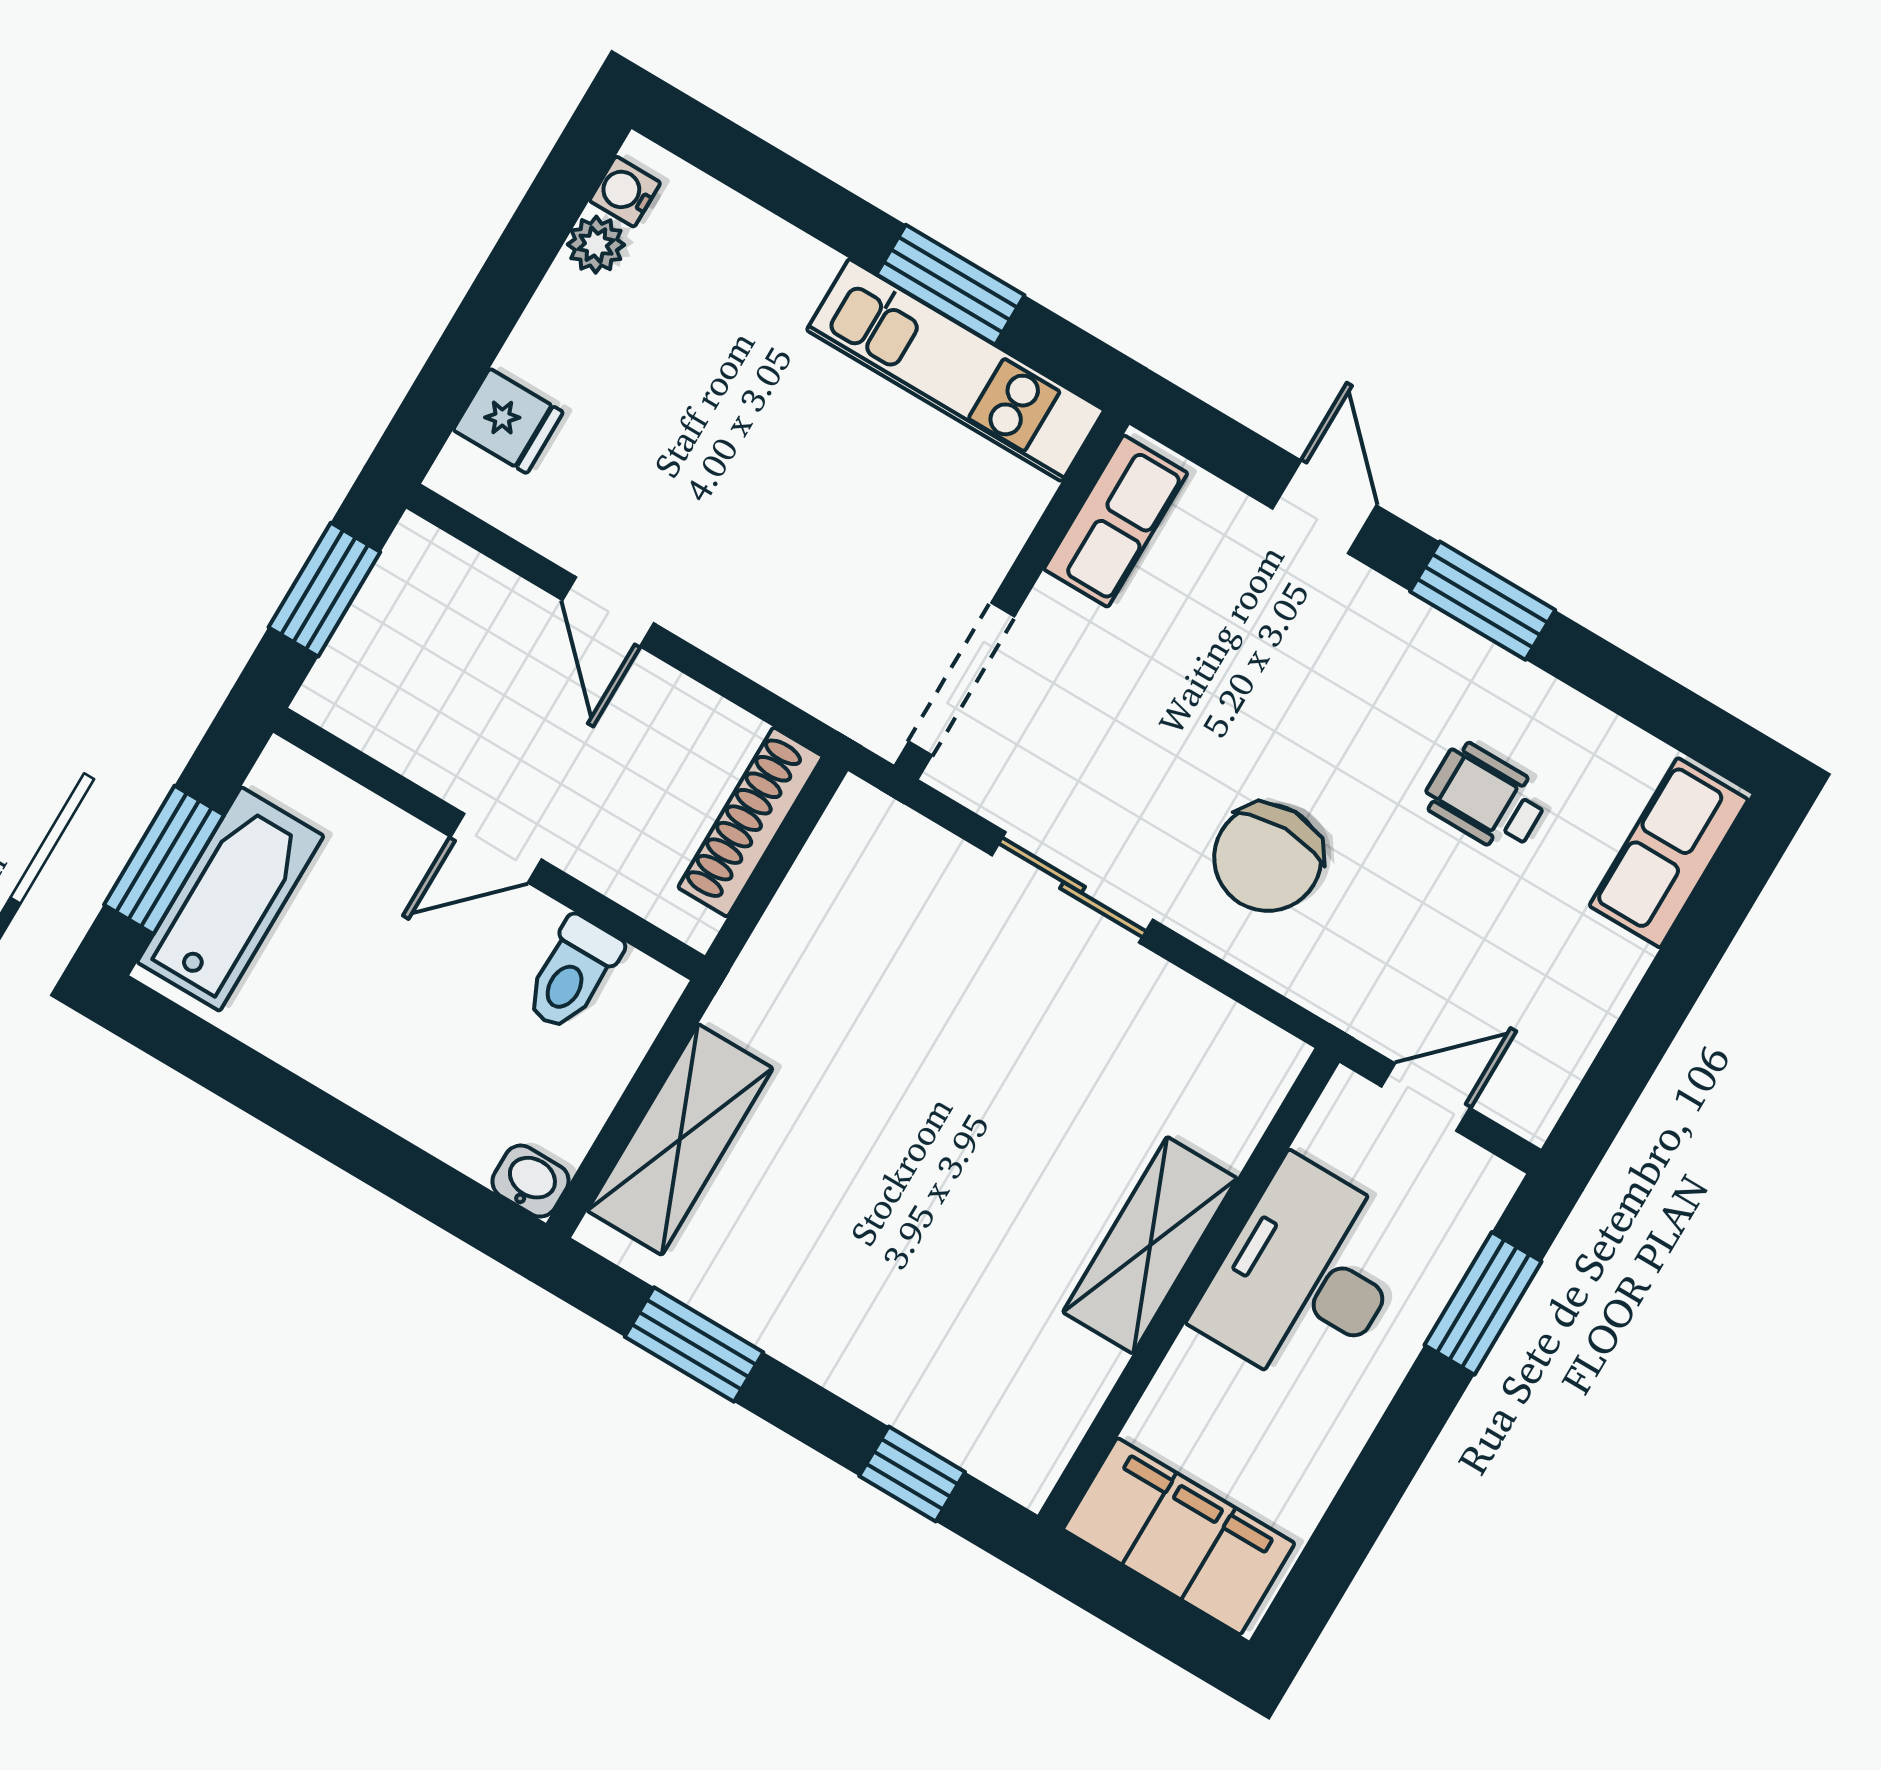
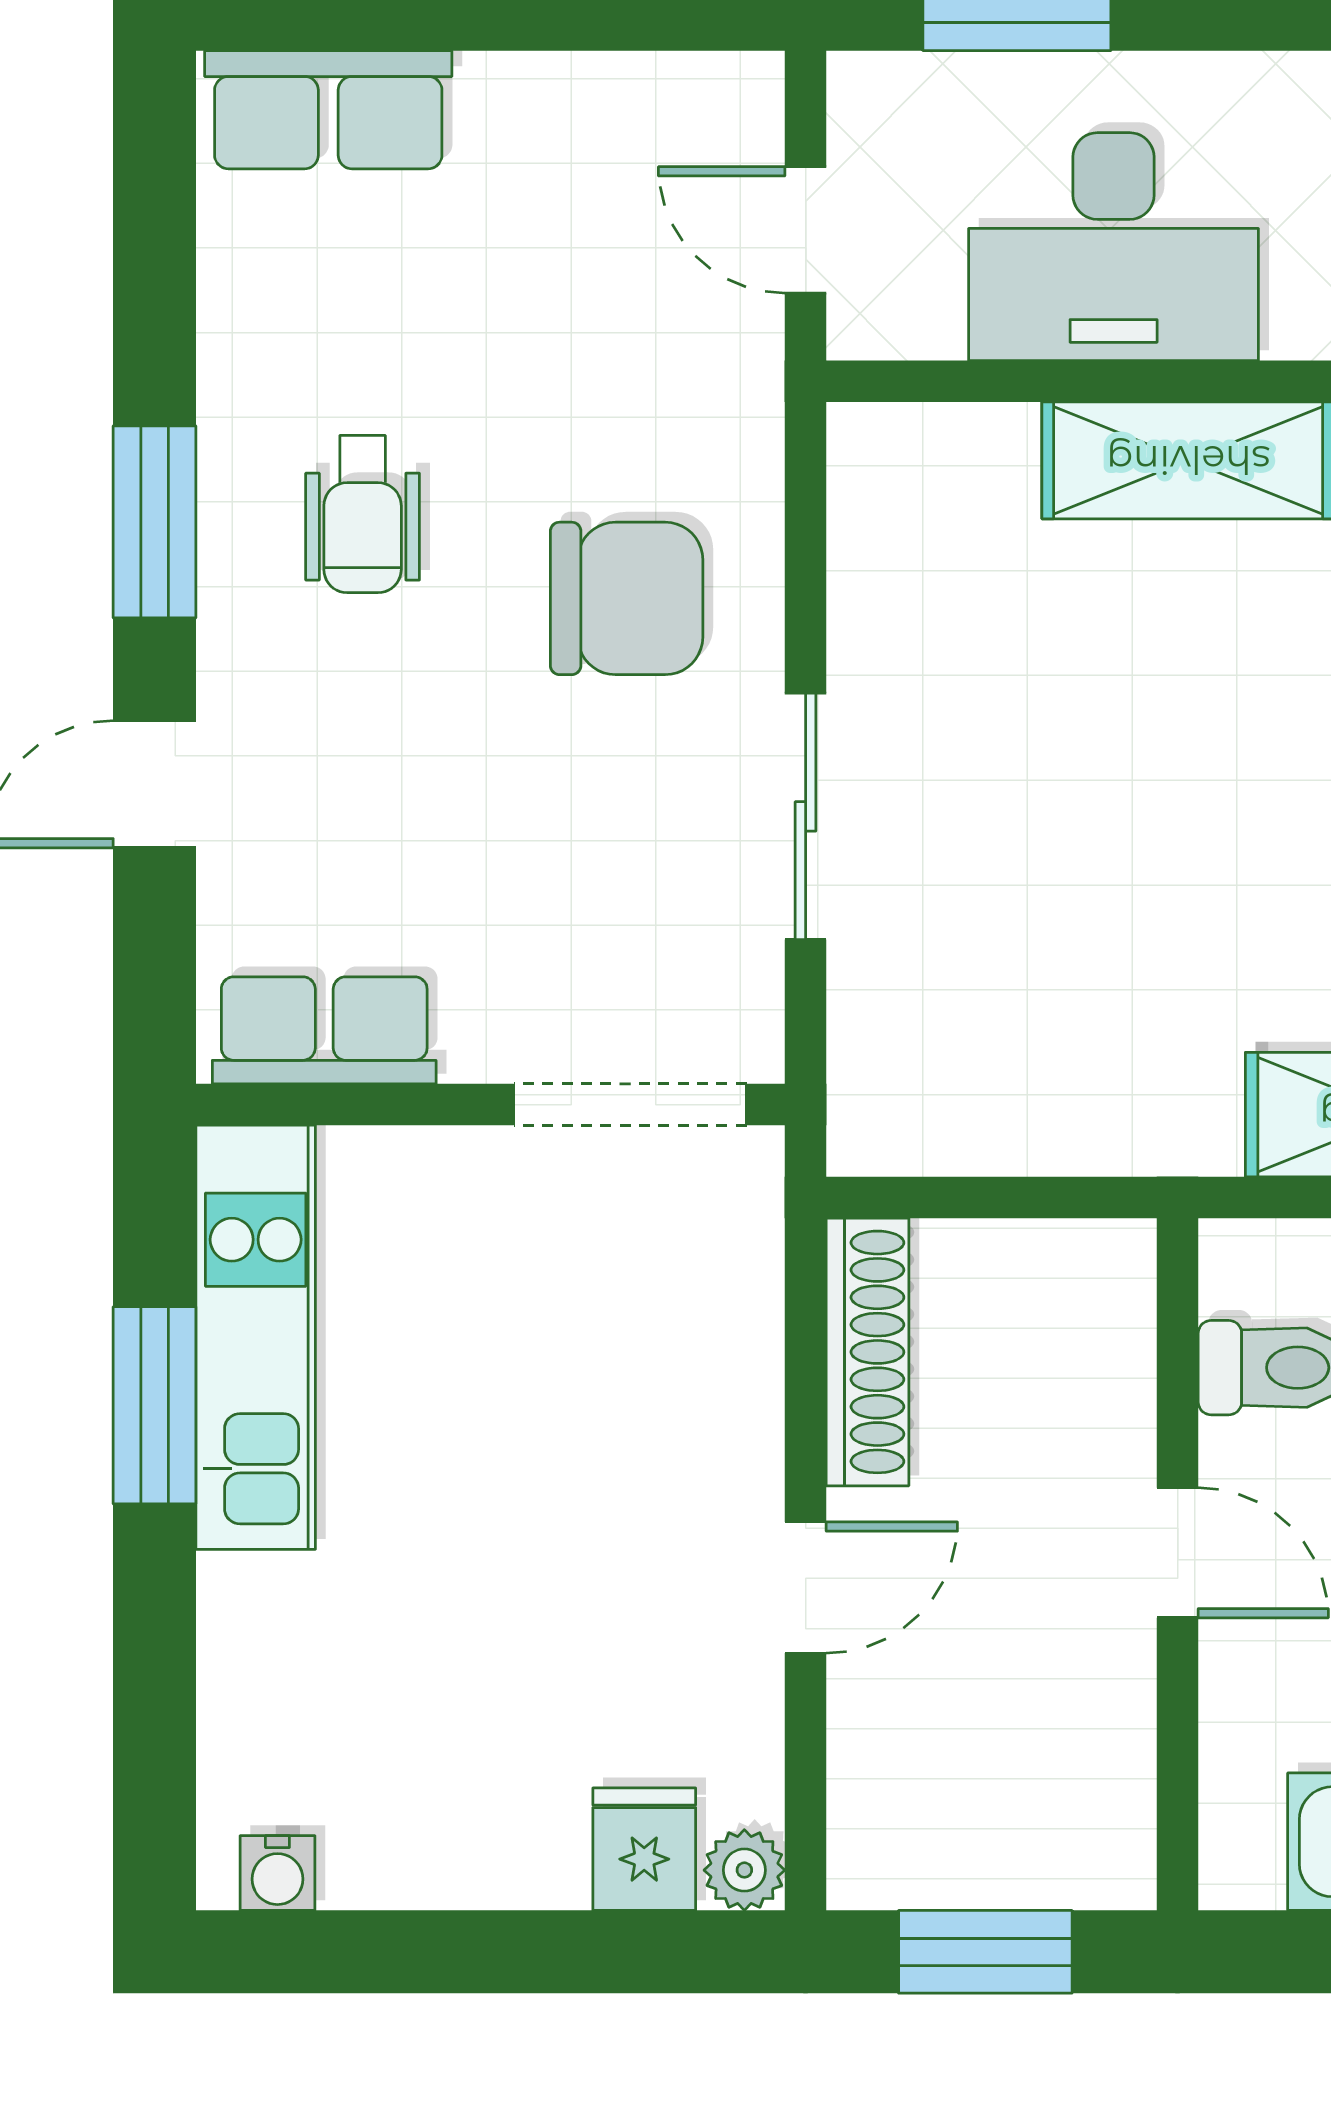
plant: (596, 245) -> (744, 1870), moved
wheelchair: (1486, 798) -> (363, 514), moved
shoe rack: (750, 822) -> (868, 1352), moved, turned -90

